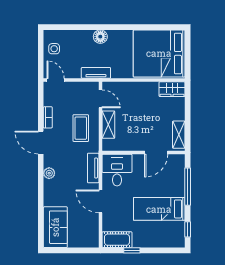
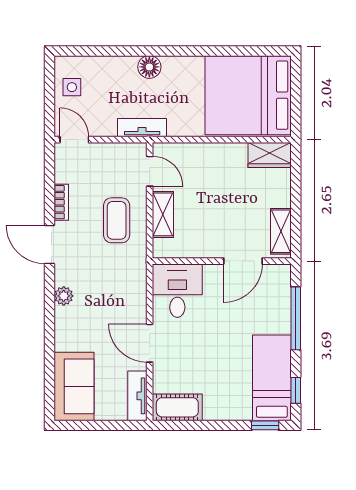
tv unit: (93, 168) -> (137, 396), moved
bed: (159, 209) -> (272, 378), moved, turned 90
window: (132, 250) -> (265, 425), moved

